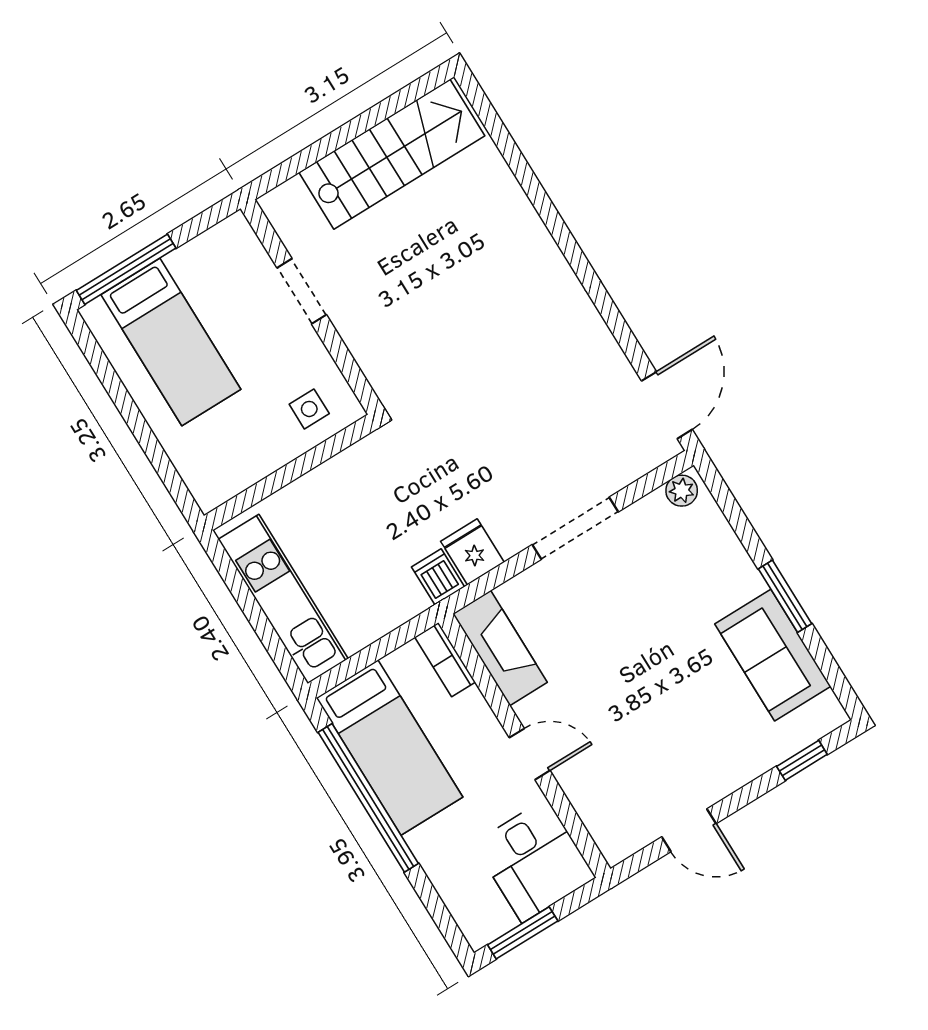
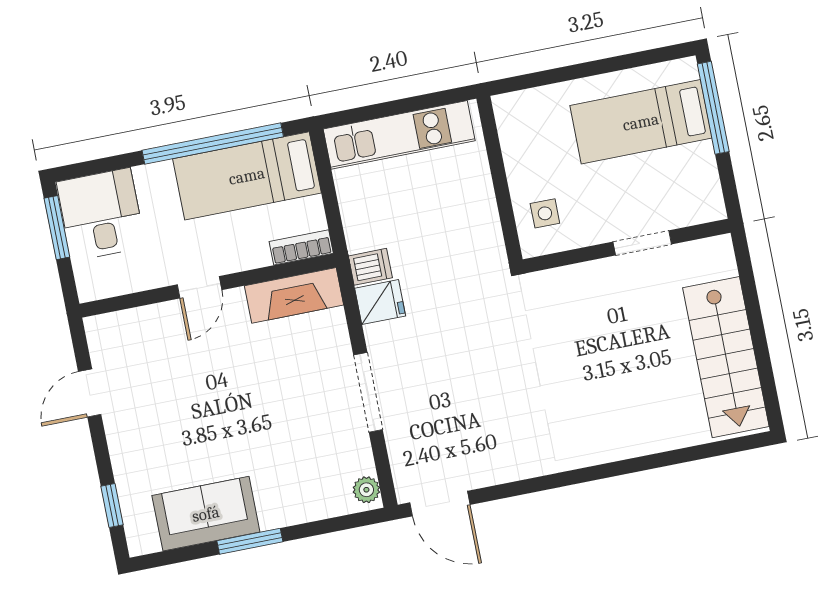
desk: (534, 861) -> (101, 214), moved, turned 90

